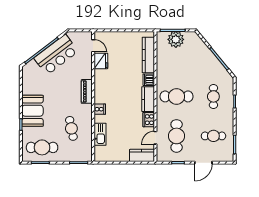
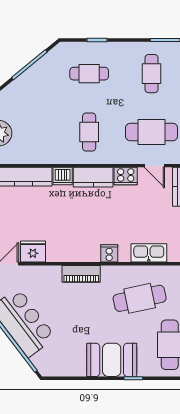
cafe table: (177, 96) -> (89, 132), width x0.73, depth x0.74
cafe table: (71, 128) -> (140, 298), width x1.37, depth x1.35

